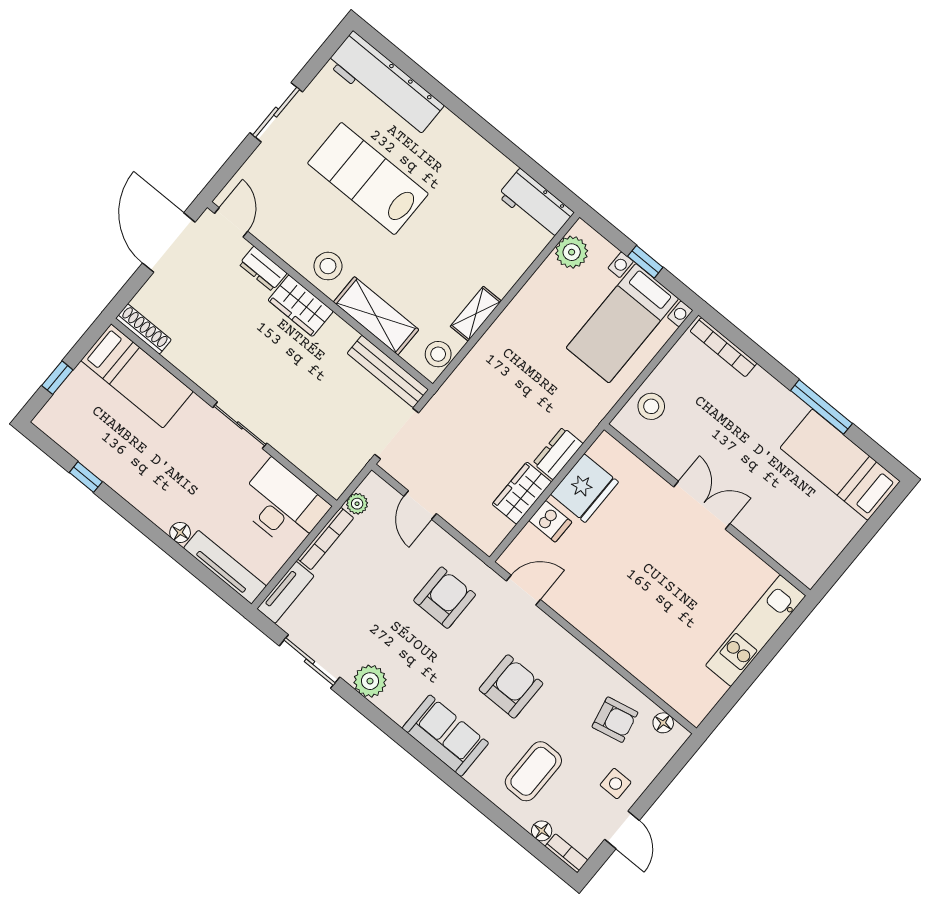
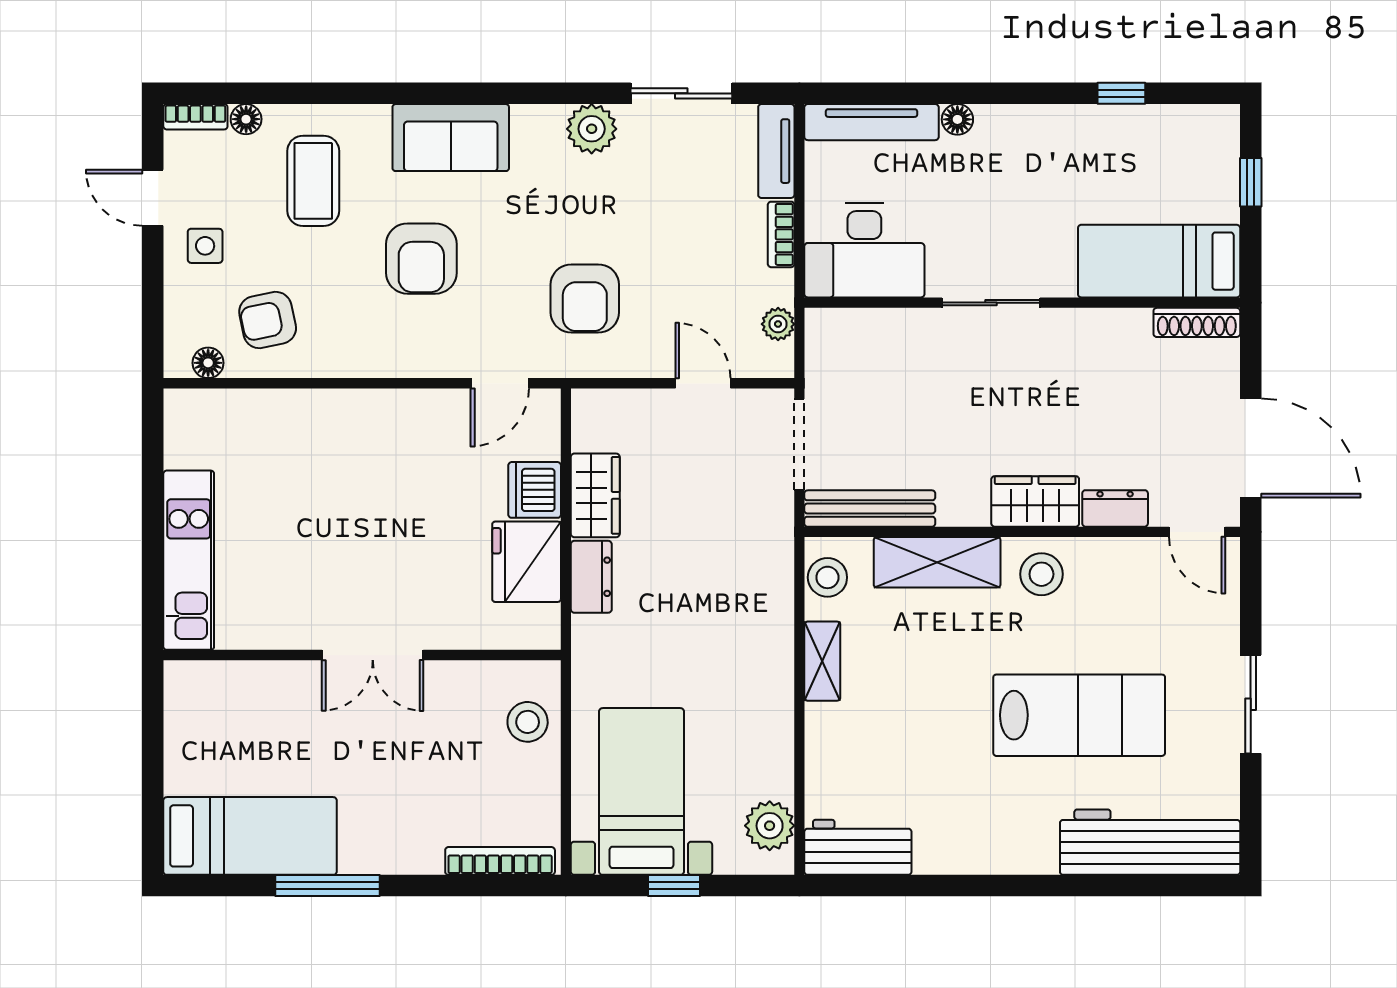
dishwasher: (550, 521) -> (535, 490), width x1.38
bookcase: (326, 539) -> (781, 234), width x0.64

